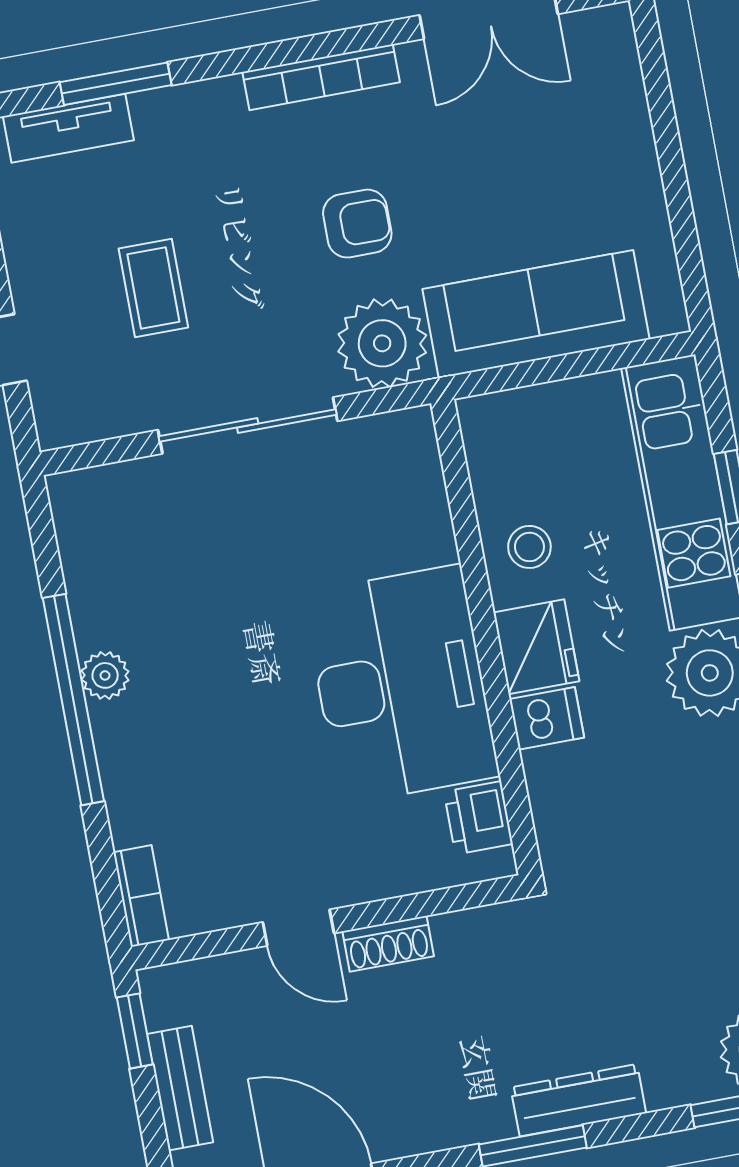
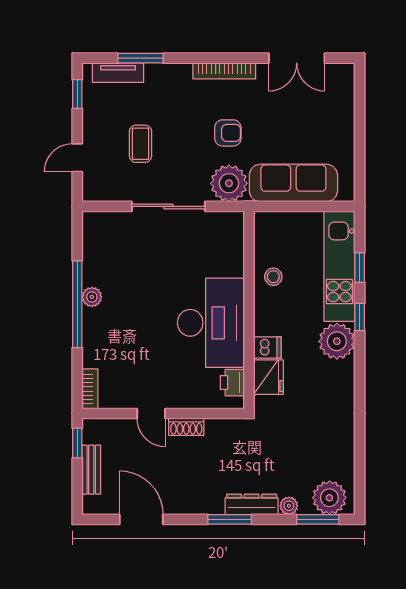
fridge: (536, 647) -> (269, 377), moved
plant: (668, 1087) -> (289, 506), added

